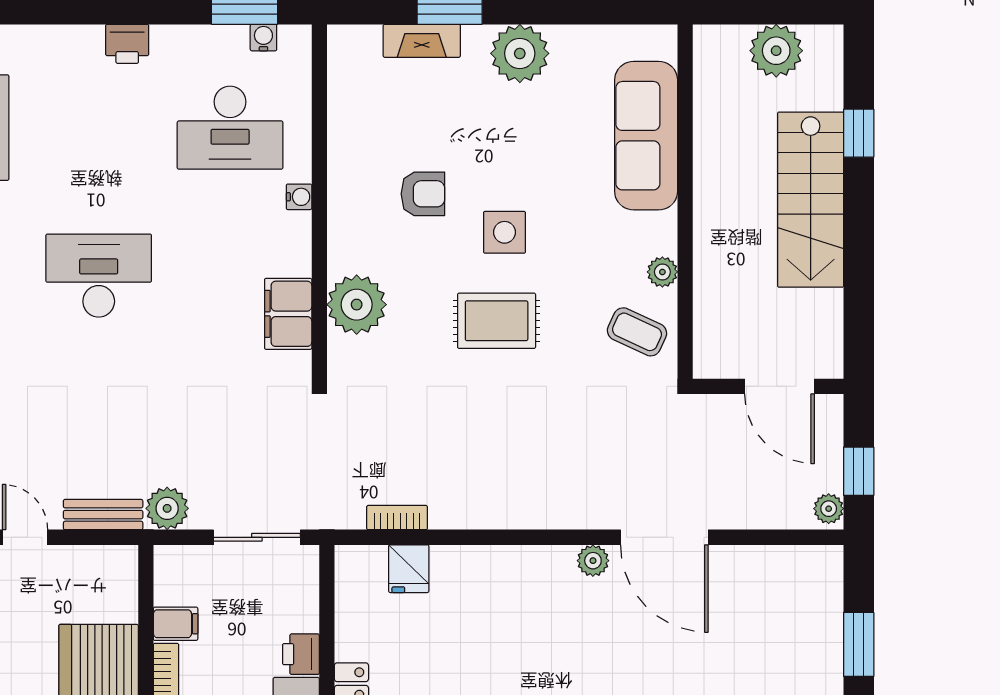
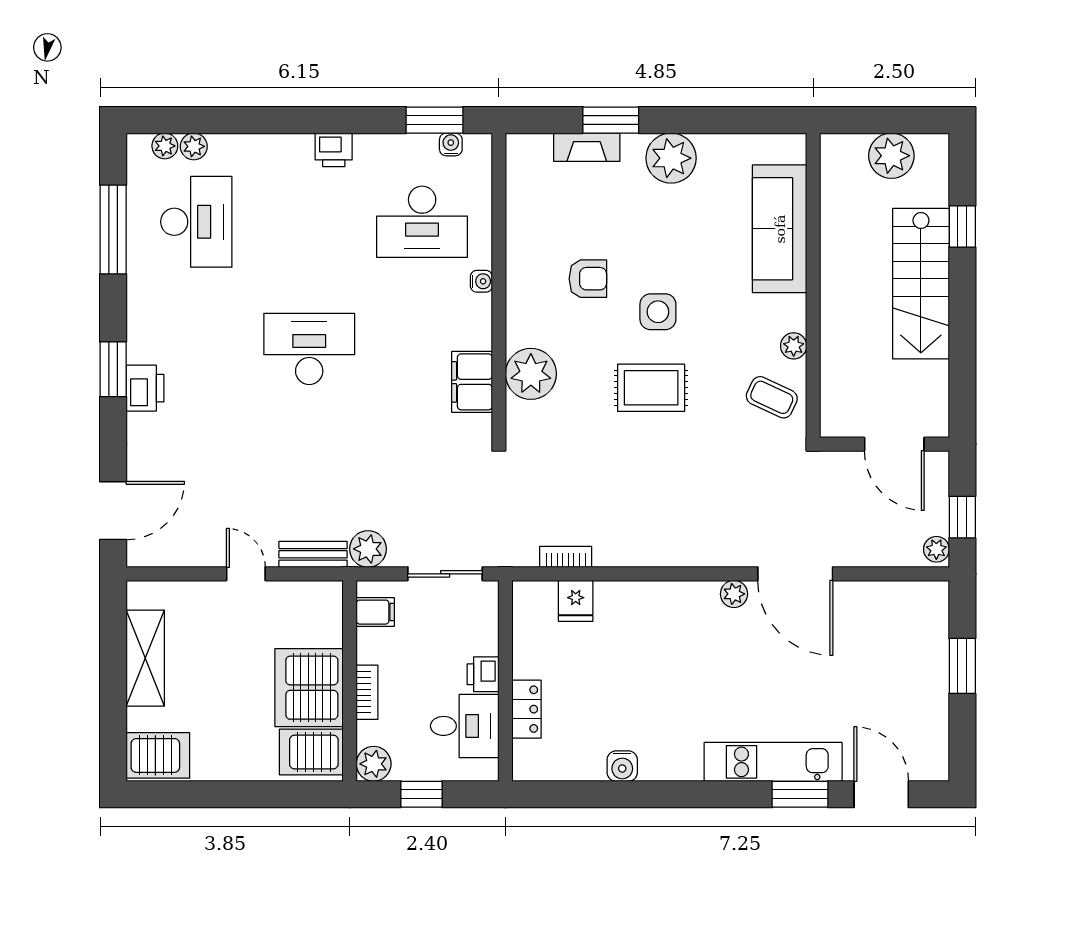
filing cabinet: (176, 624) -> (375, 612), moved

